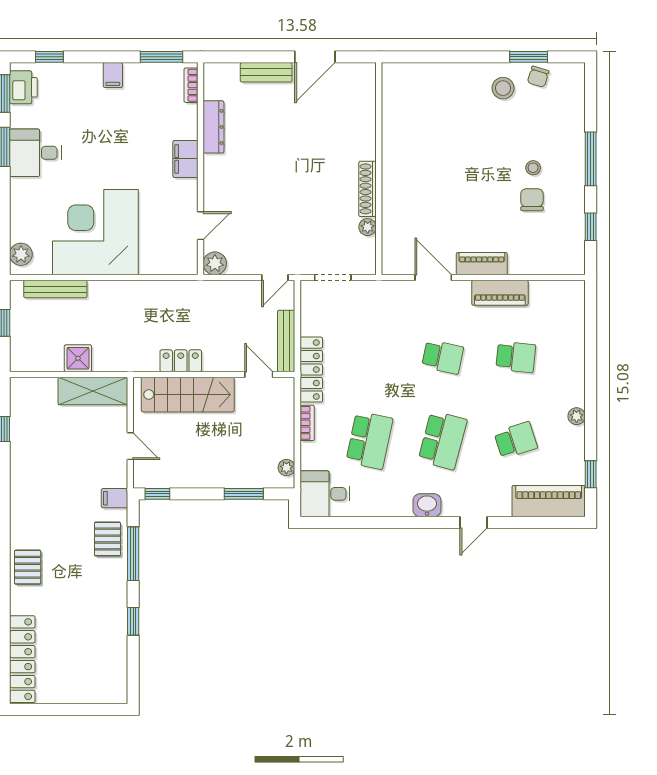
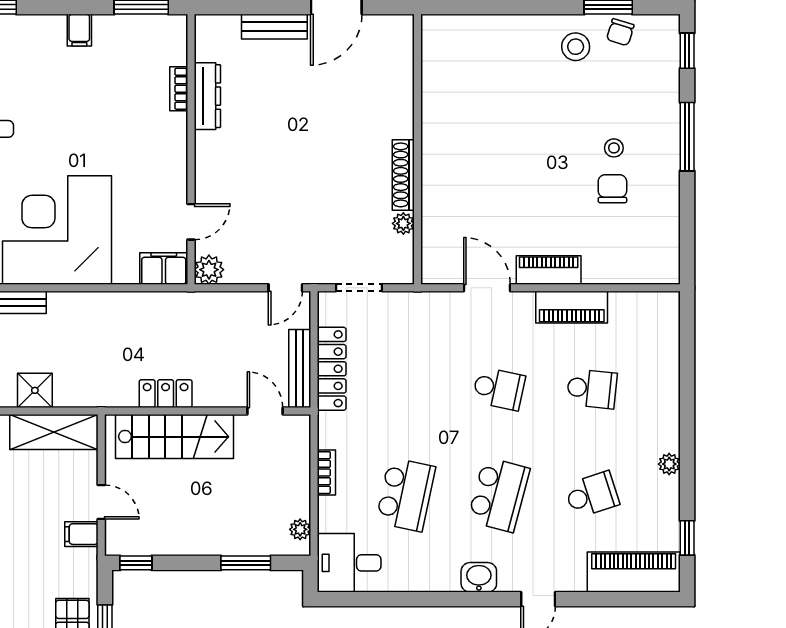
bookcase: (191, 85) -> (179, 89), moved
filing cabinet: (185, 159) -> (164, 269), moved, turned 90
window: (591, 227) -> (687, 51), moved
locker: (311, 370) -> (332, 369), moved
filing cabinet: (115, 498) -> (81, 534), moved

